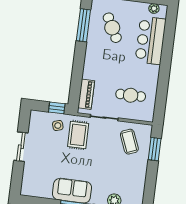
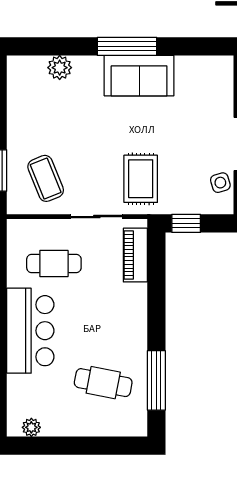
cafe table: (112, 28) -> (103, 383), turned -51
bar counter: (151, 40) -> (30, 331), moved
side table: (58, 126) -> (220, 183), moved

